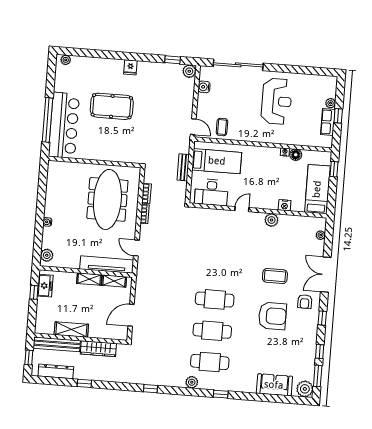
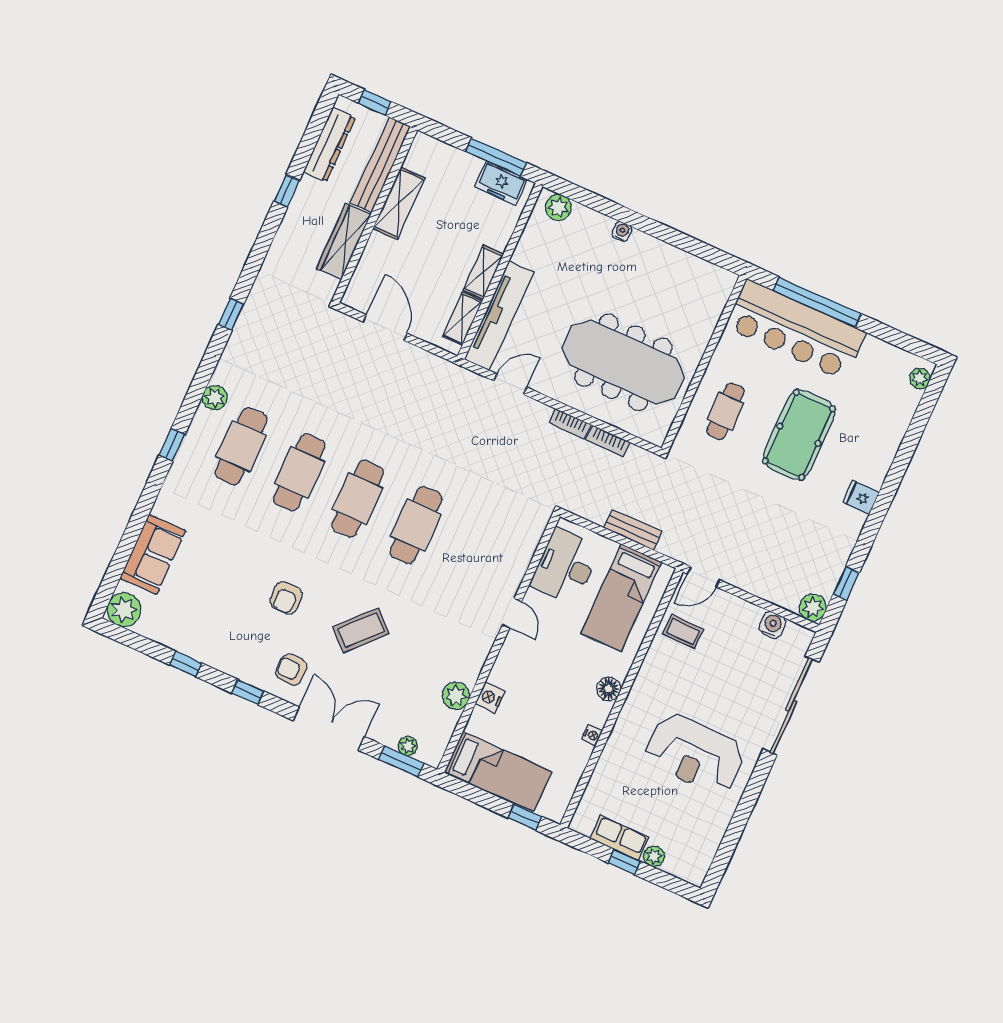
cafe table: (113, 144) -> (725, 411), added
floor lamp: (296, 155) -> (609, 689), moved
plant: (272, 220) -> (456, 696), moved
cafe table: (217, 268) -> (416, 525), added
coffee table: (275, 276) -> (361, 630), turned 43
window: (34, 292) -> (496, 157), width x2.17
armchair: (272, 316) -> (286, 598), width x0.53, depth x0.53
window: (318, 376) -> (401, 761), moved

